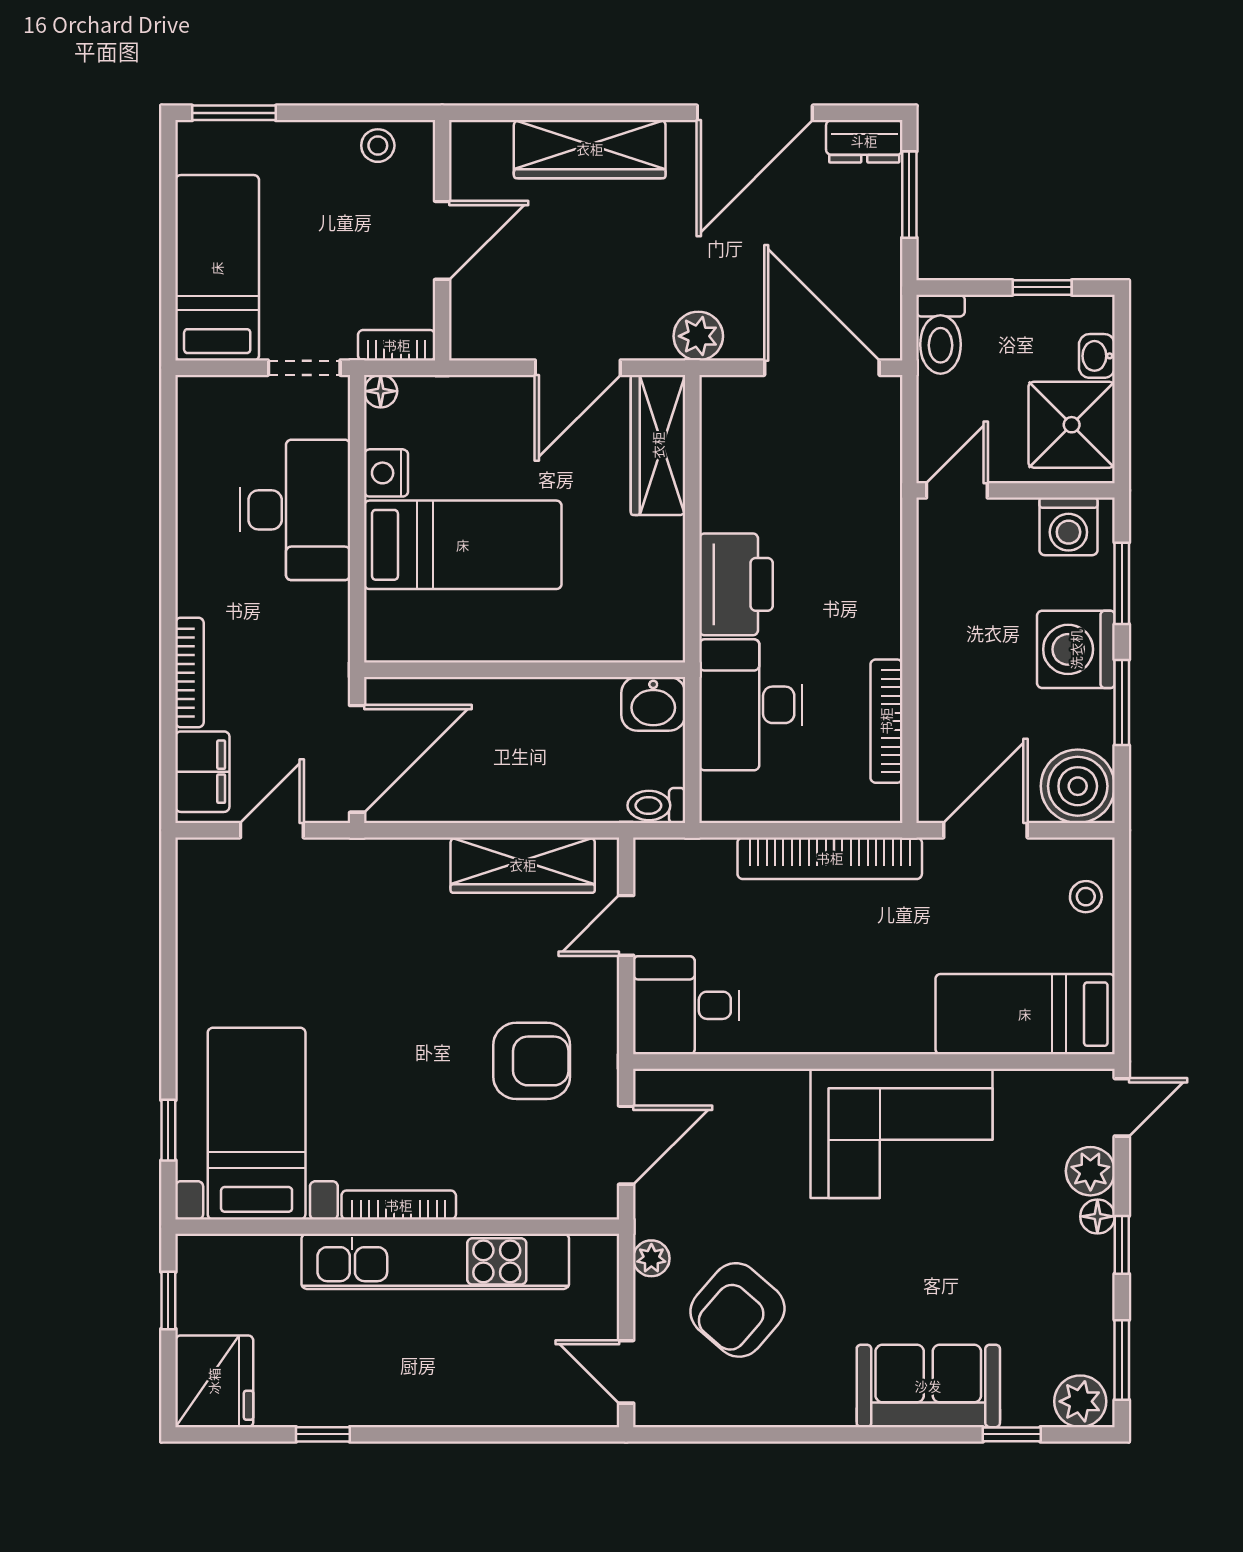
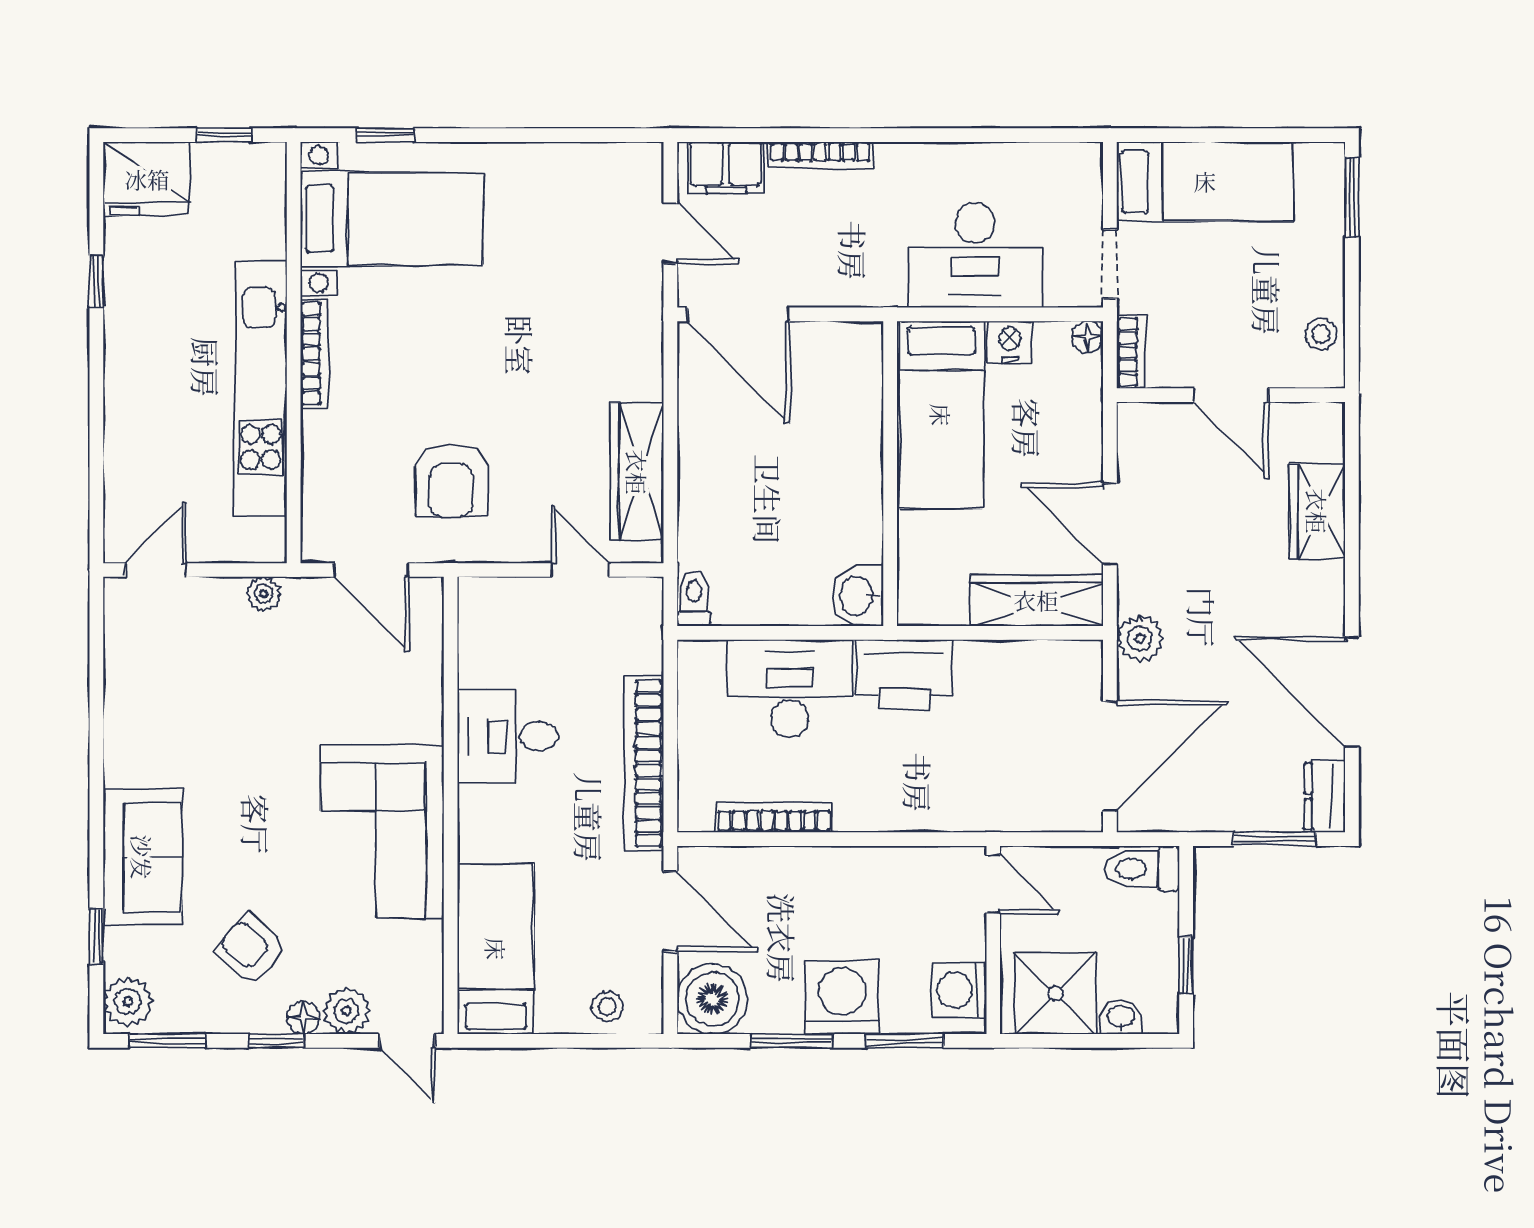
wardrobe: (590, 149) -> (1317, 511), width x0.67
wall: (525, 670) -> (890, 474), moved
washbasin: (653, 704) -> (858, 596), moved
desk: (686, 1005) -> (508, 736), moved, turned -90
armchair: (737, 1310) -> (251, 950), moved, width x0.72, depth x0.72

